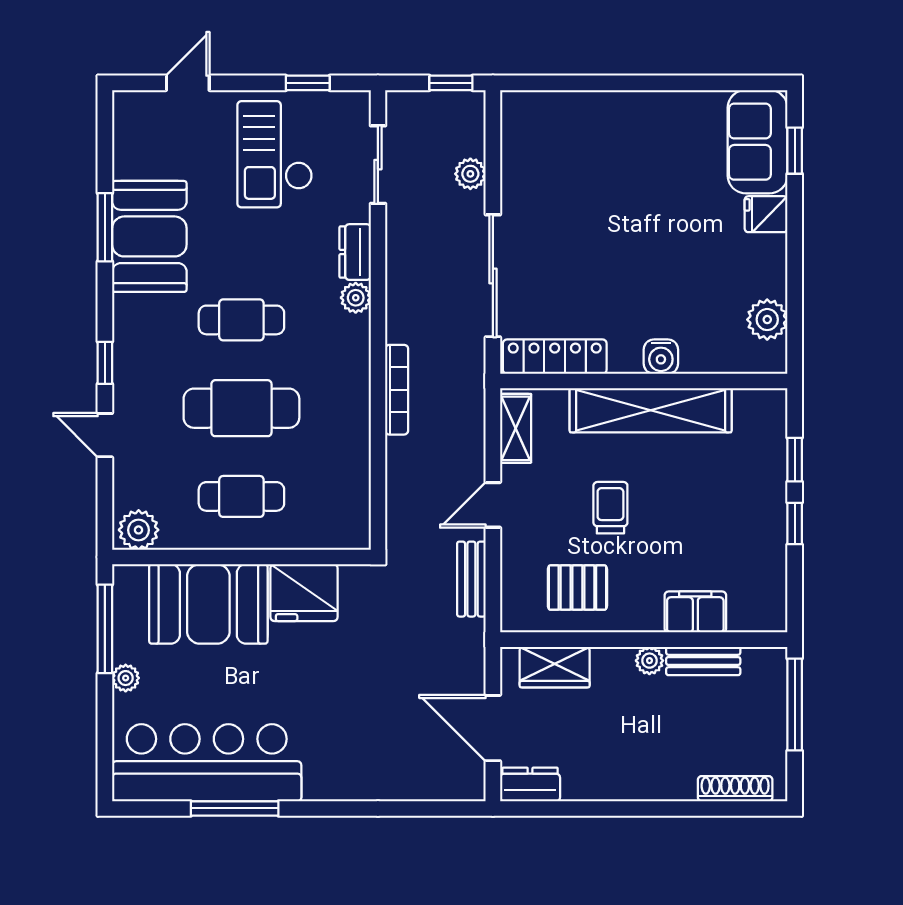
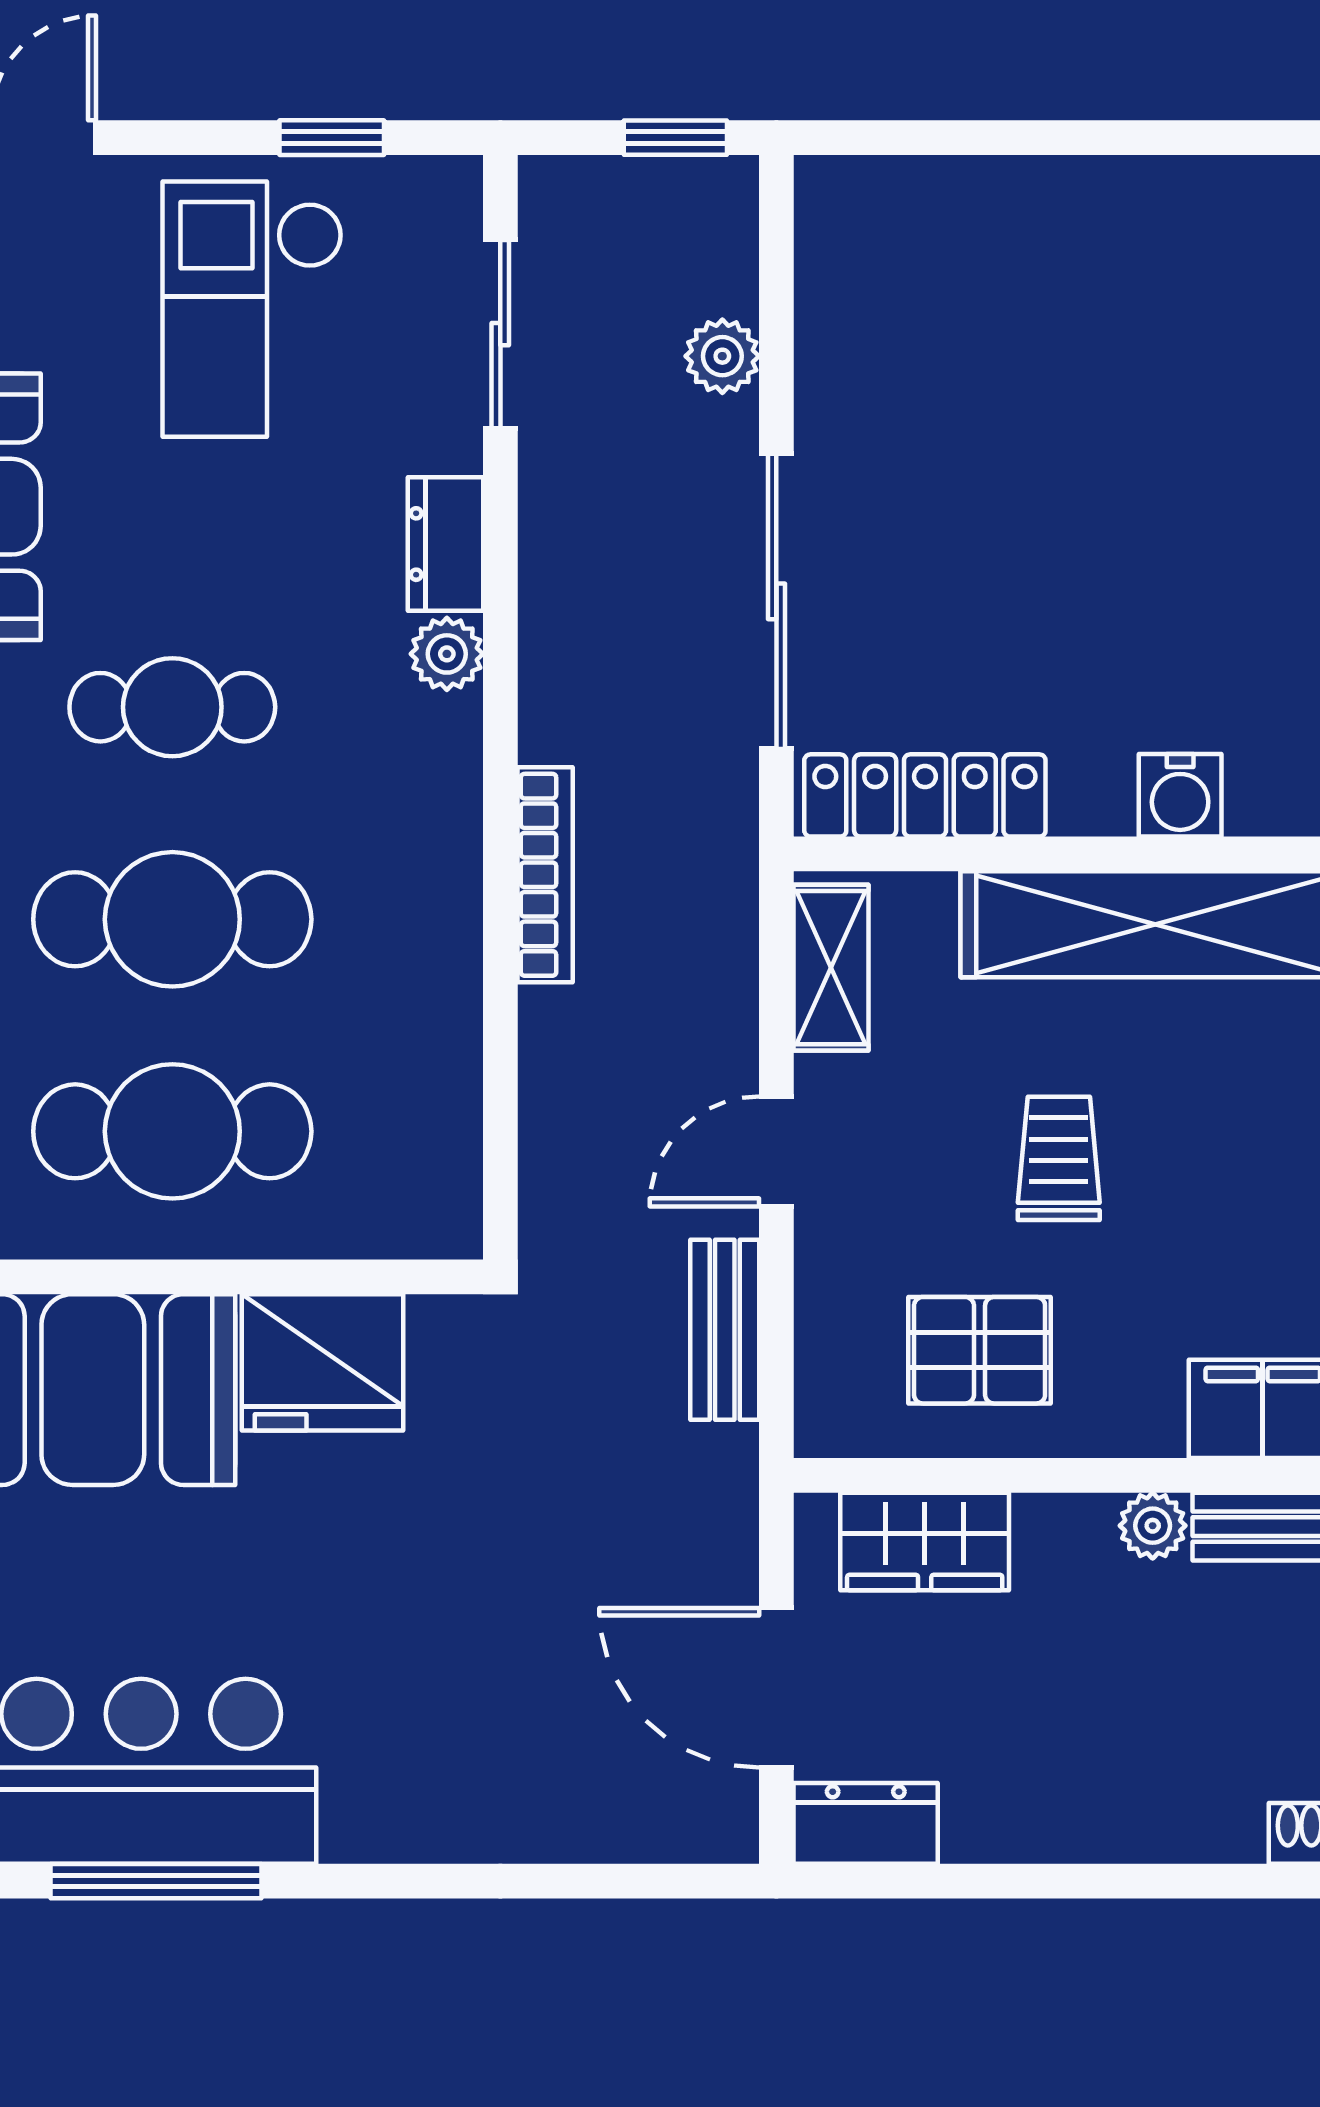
cafe table: (241, 496) -> (172, 1131), width x1.37, depth x1.35

